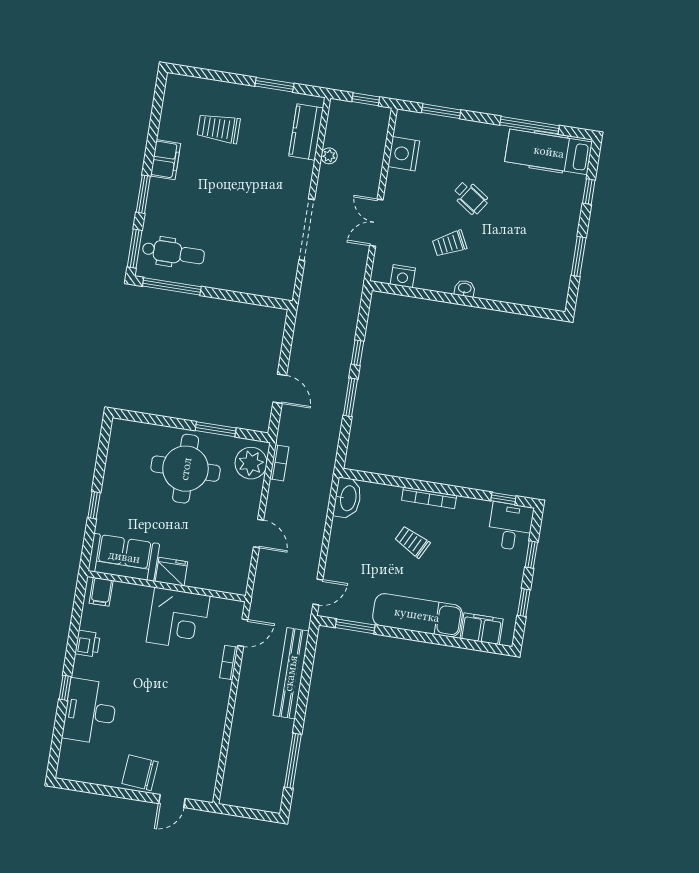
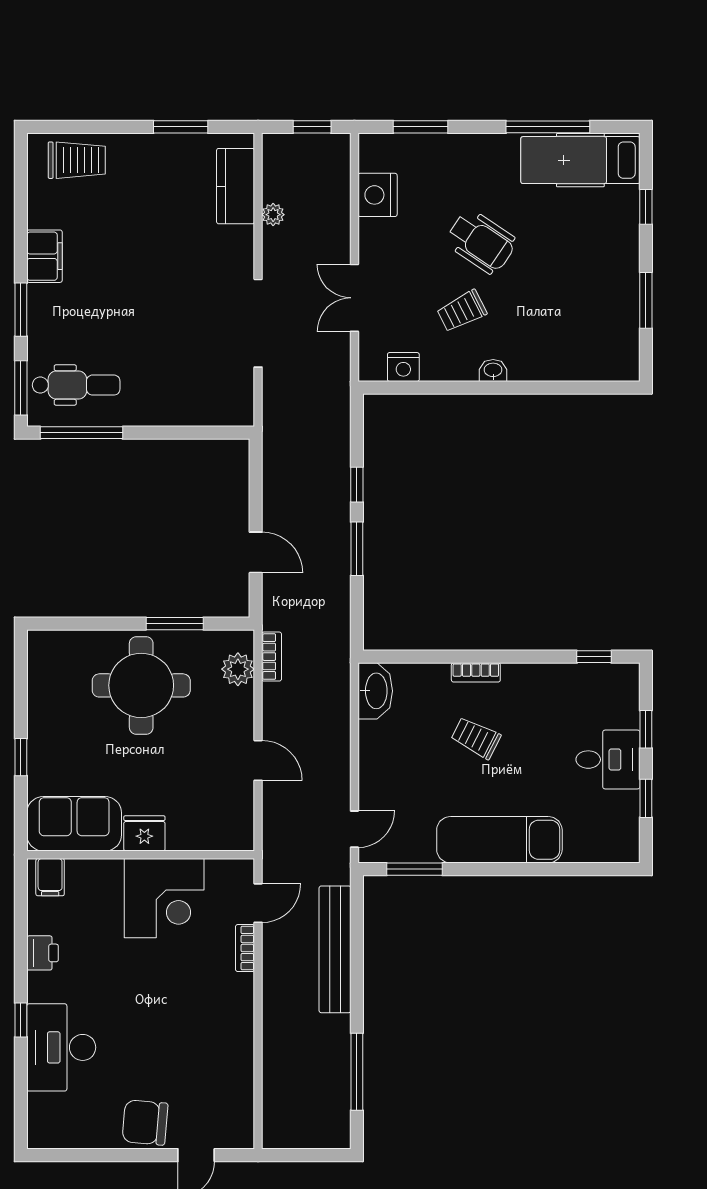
trolley: (219, 128) -> (77, 160), moved, turned 180
wheelchair: (470, 198) -> (481, 242), width x1.36, depth x1.37
plant: (251, 463) -> (238, 669), width x0.73, depth x0.73
bookcase: (429, 498) -> (476, 672), width x0.64
desk: (510, 527) -> (608, 760), moved, turned 90
filing cabinet: (482, 629) -> (593, 844), removed

